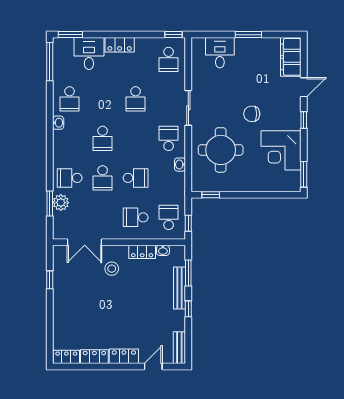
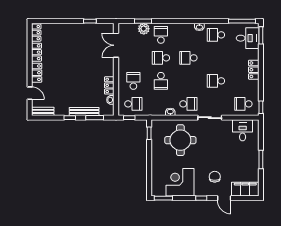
desk: (220, 53) -> (243, 130), moved, turned -90
desk: (89, 54) -> (248, 38), moved
chair: (252, 114) -> (215, 177), moved
stool: (112, 269) -> (98, 64), removed

